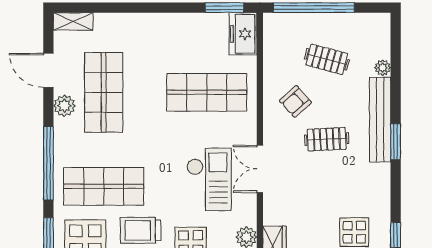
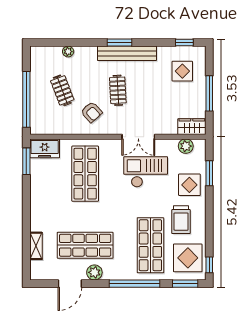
shelving: (73, 21) -> (36, 246), moved
clothes rail: (327, 59) -> (62, 90), turned -36
bench: (380, 120) -> (127, 53), moved

